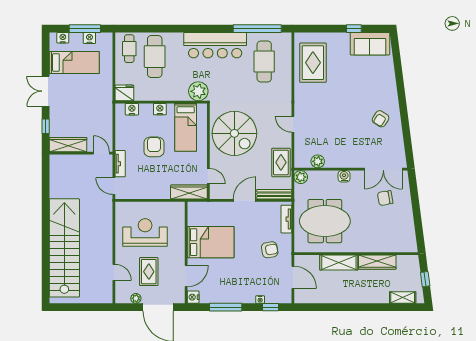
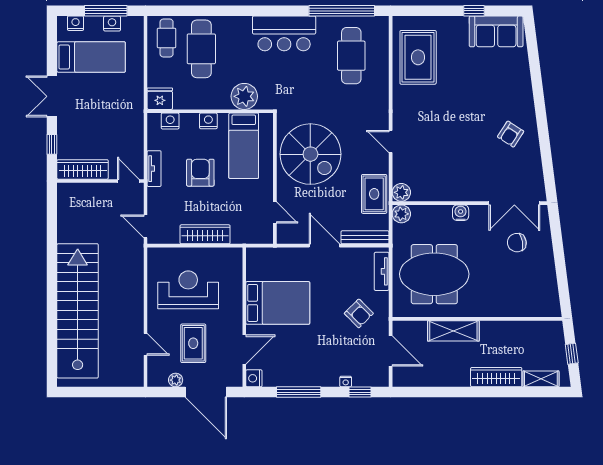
bar counter: (215, 45) -> (284, 33), width x0.73
plant: (198, 91) -> (244, 96), moved
plant: (318, 161) -> (401, 192), moved
tv unit: (120, 164) -> (154, 169), moved
wardrobe: (189, 192) -> (205, 234), moved
door: (244, 200) -> (324, 246), hinge flipped
armchair: (270, 250) -> (359, 313), turned 55
wardrobe: (377, 262) -> (496, 377), moved, turned 180

